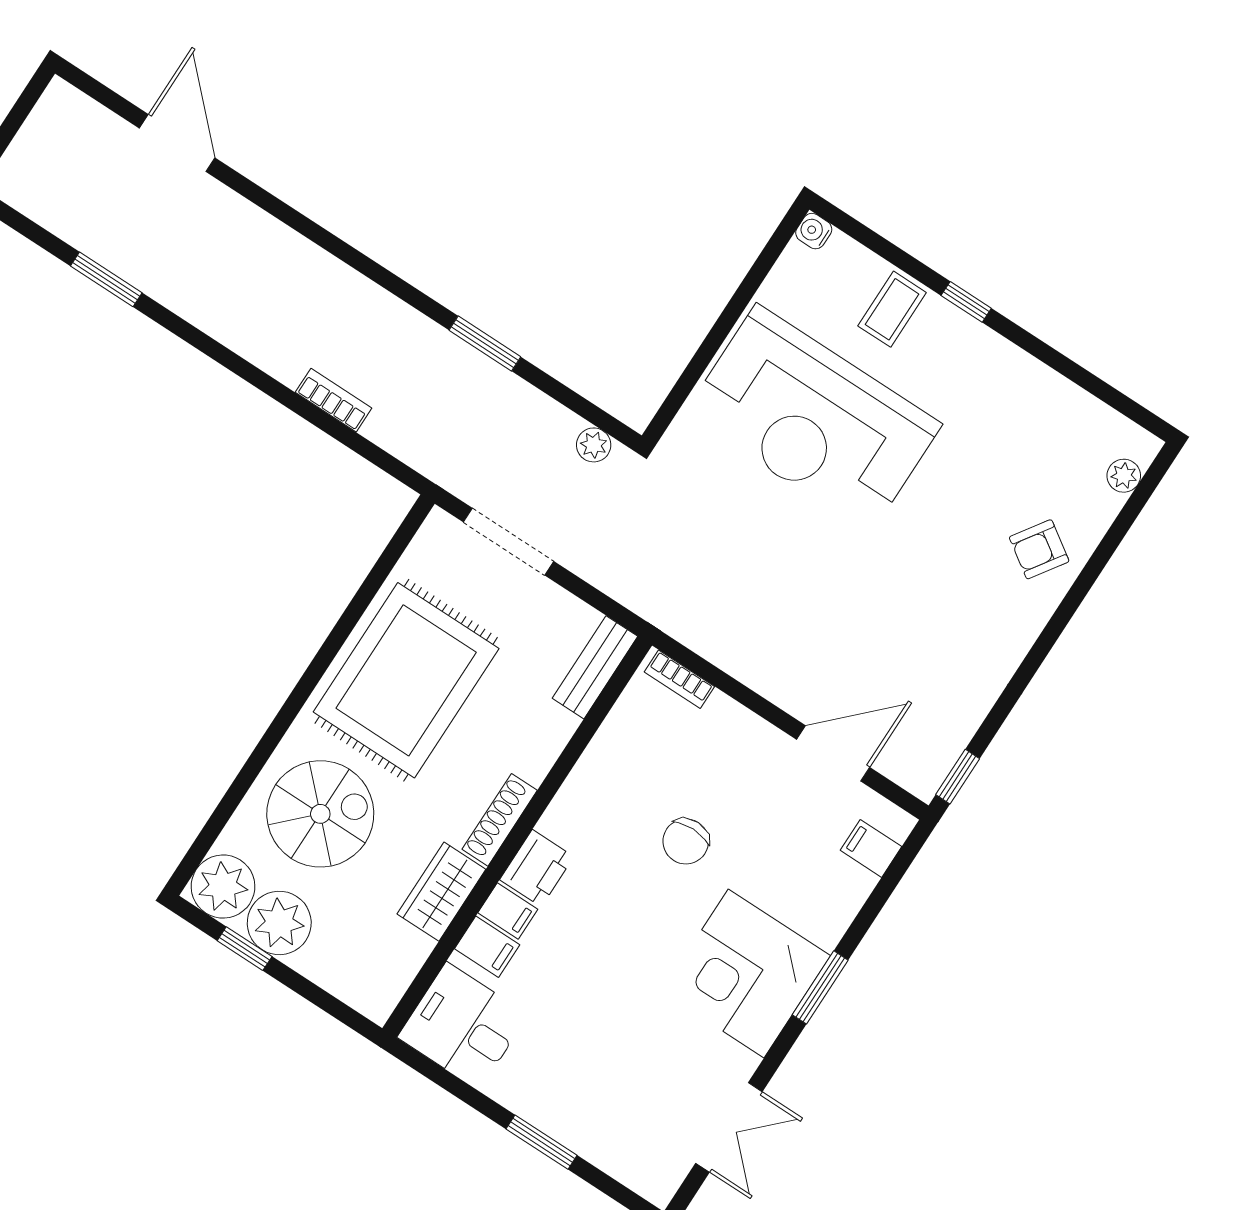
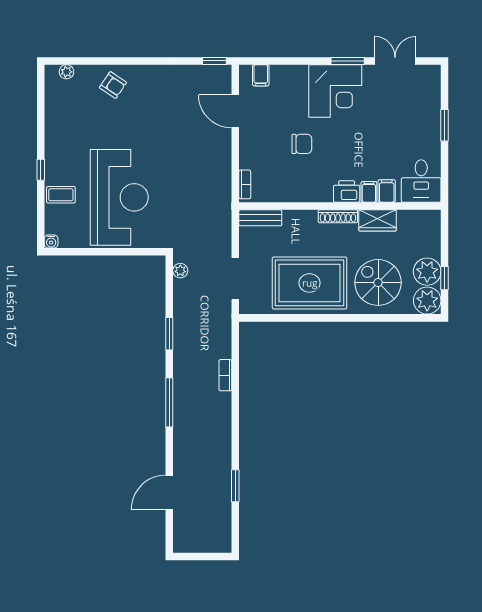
window: (352, 257) -> (169, 402), added
window: (820, 987) -> (348, 61), moved

